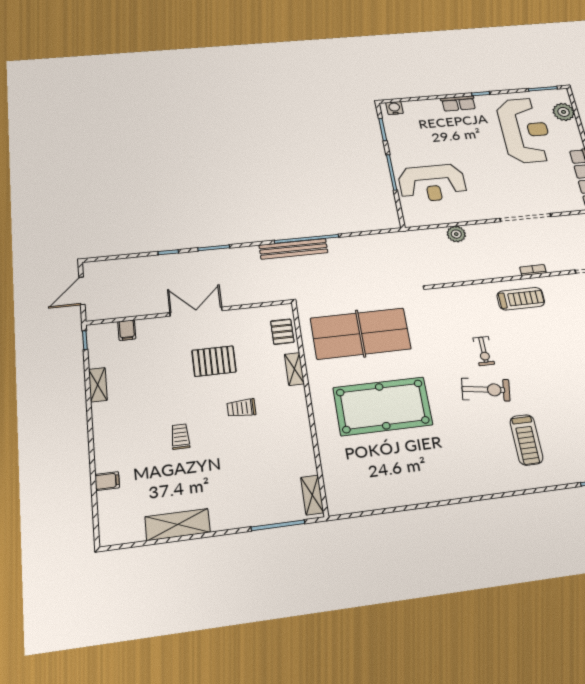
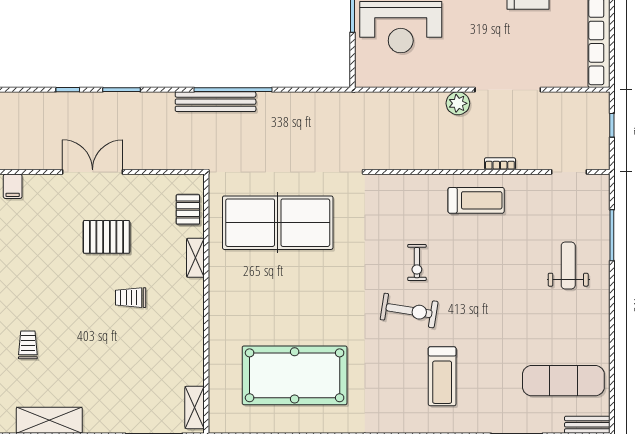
plant: (456, 234) -> (458, 103), moved
pool table: (383, 406) -> (295, 375), moved
trolley: (180, 437) -> (28, 345), moved

